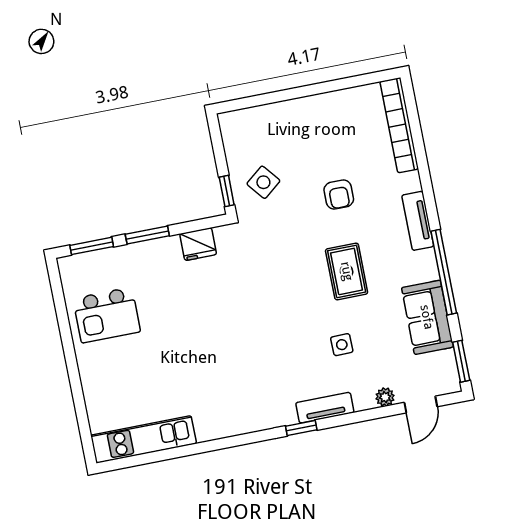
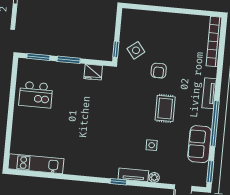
armchair: (339, 195) -> (159, 71), moved
plant: (385, 397) -> (154, 177), moved

